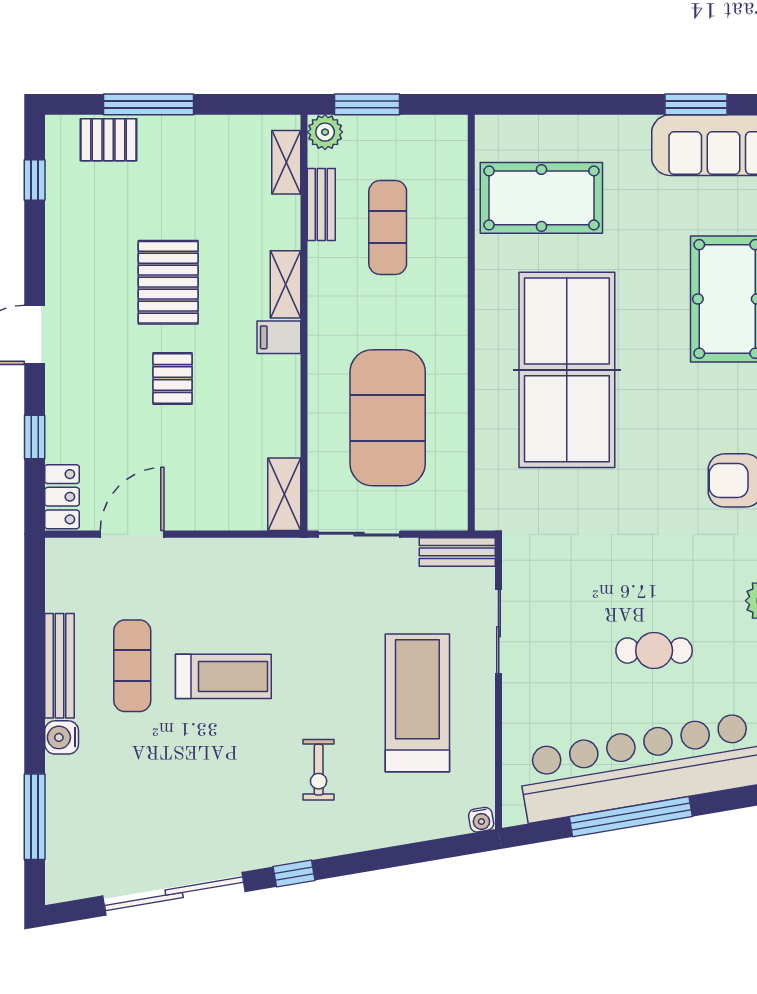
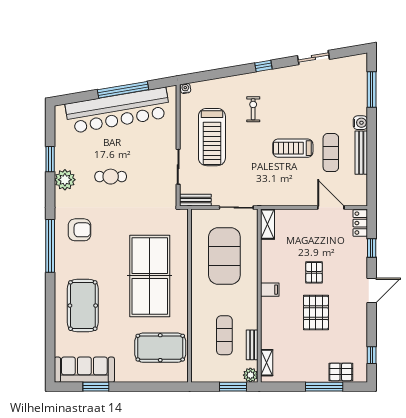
shelving: (285, 284) -> (267, 312), removed
door: (132, 534) -> (331, 207), swing flipped
cafe table: (654, 651) -> (111, 177), moved
sliding door: (174, 894) -> (313, 58), width x0.54

